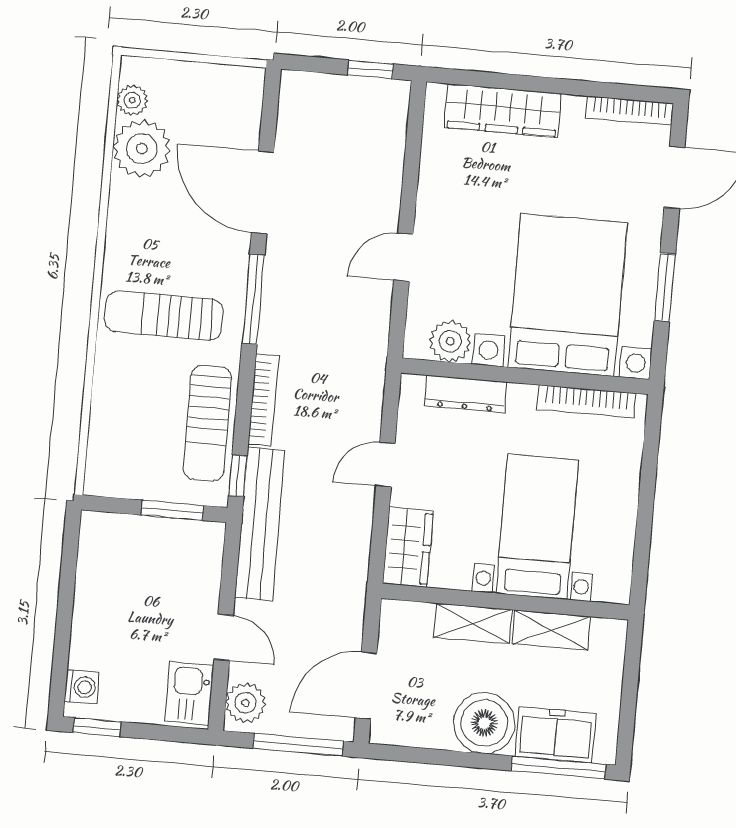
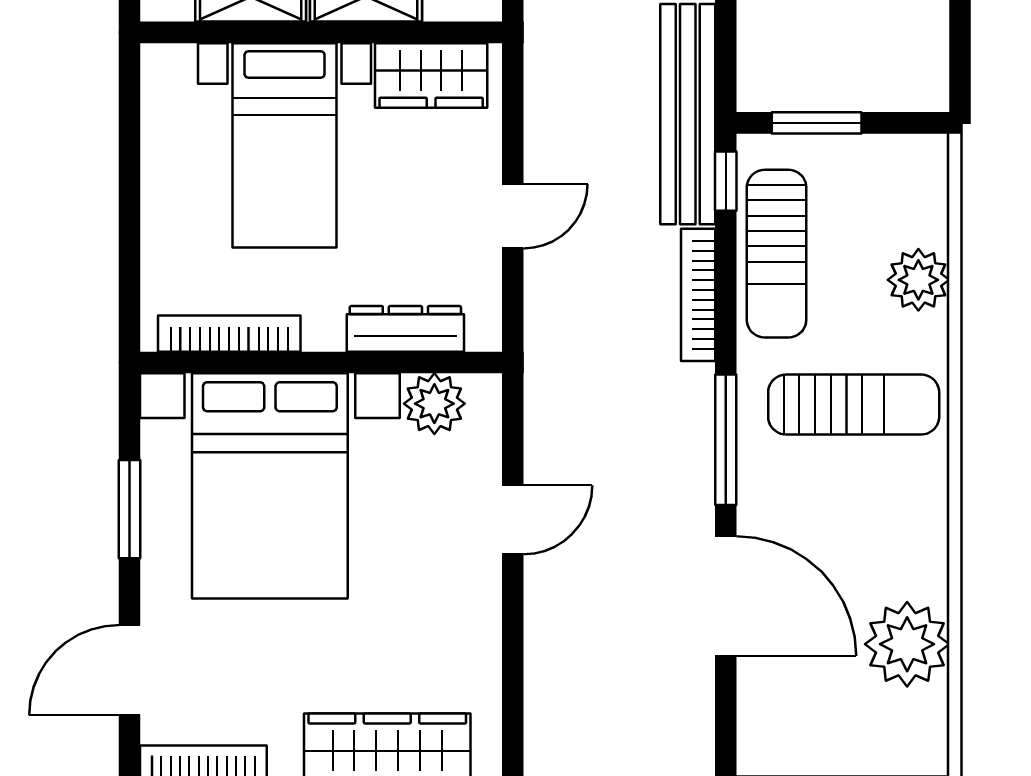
plant: (132, 100) -> (918, 280), moved, width x1.38, depth x1.38
sun lounger: (208, 423) -> (777, 254), turned 180
wardrobe: (408, 547) -> (431, 75), moved, turned -90

